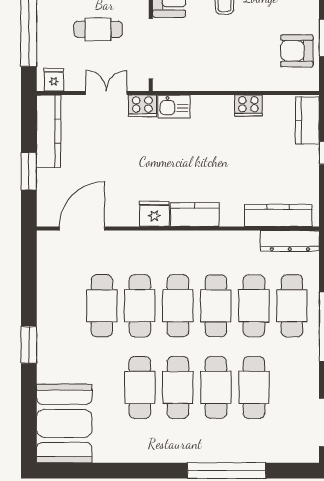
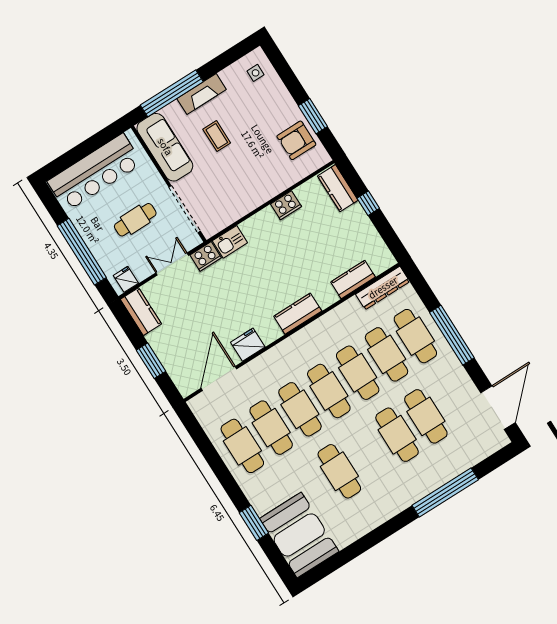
kitchen counter: (49, 131) -> (141, 312), width x0.67
fridge: (154, 214) -> (248, 345), moved
kitchen counter: (278, 215) -> (353, 280), width x0.67
window: (29, 345) -> (254, 523), moved
cafe table: (178, 387) -> (242, 446), moved

